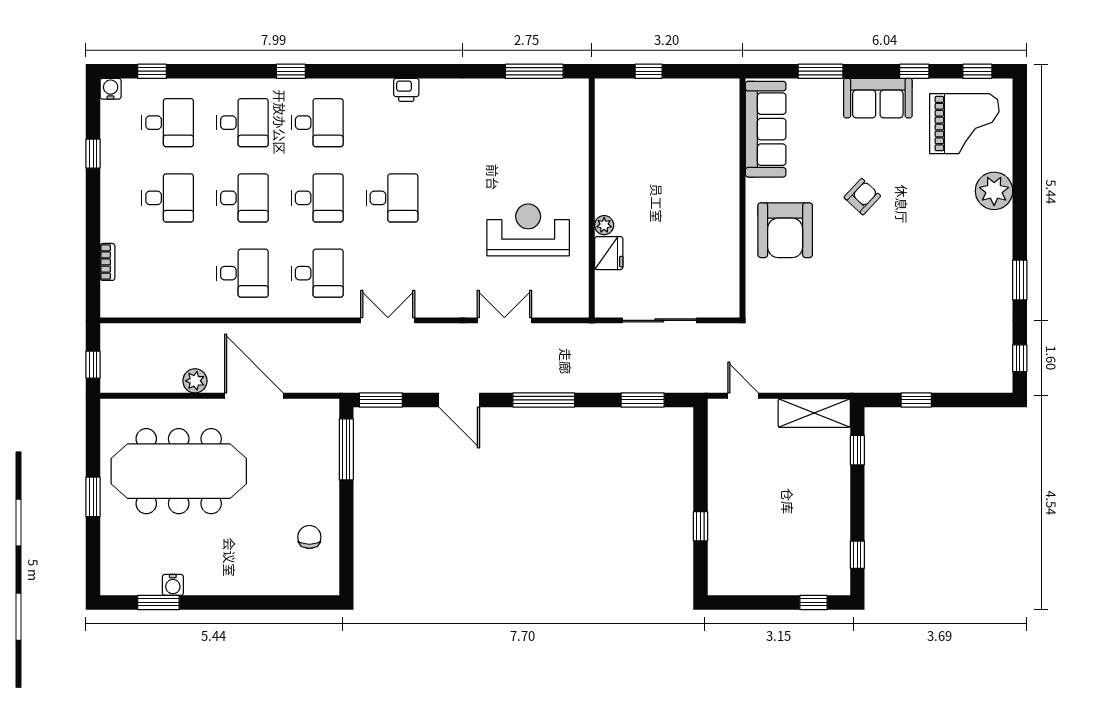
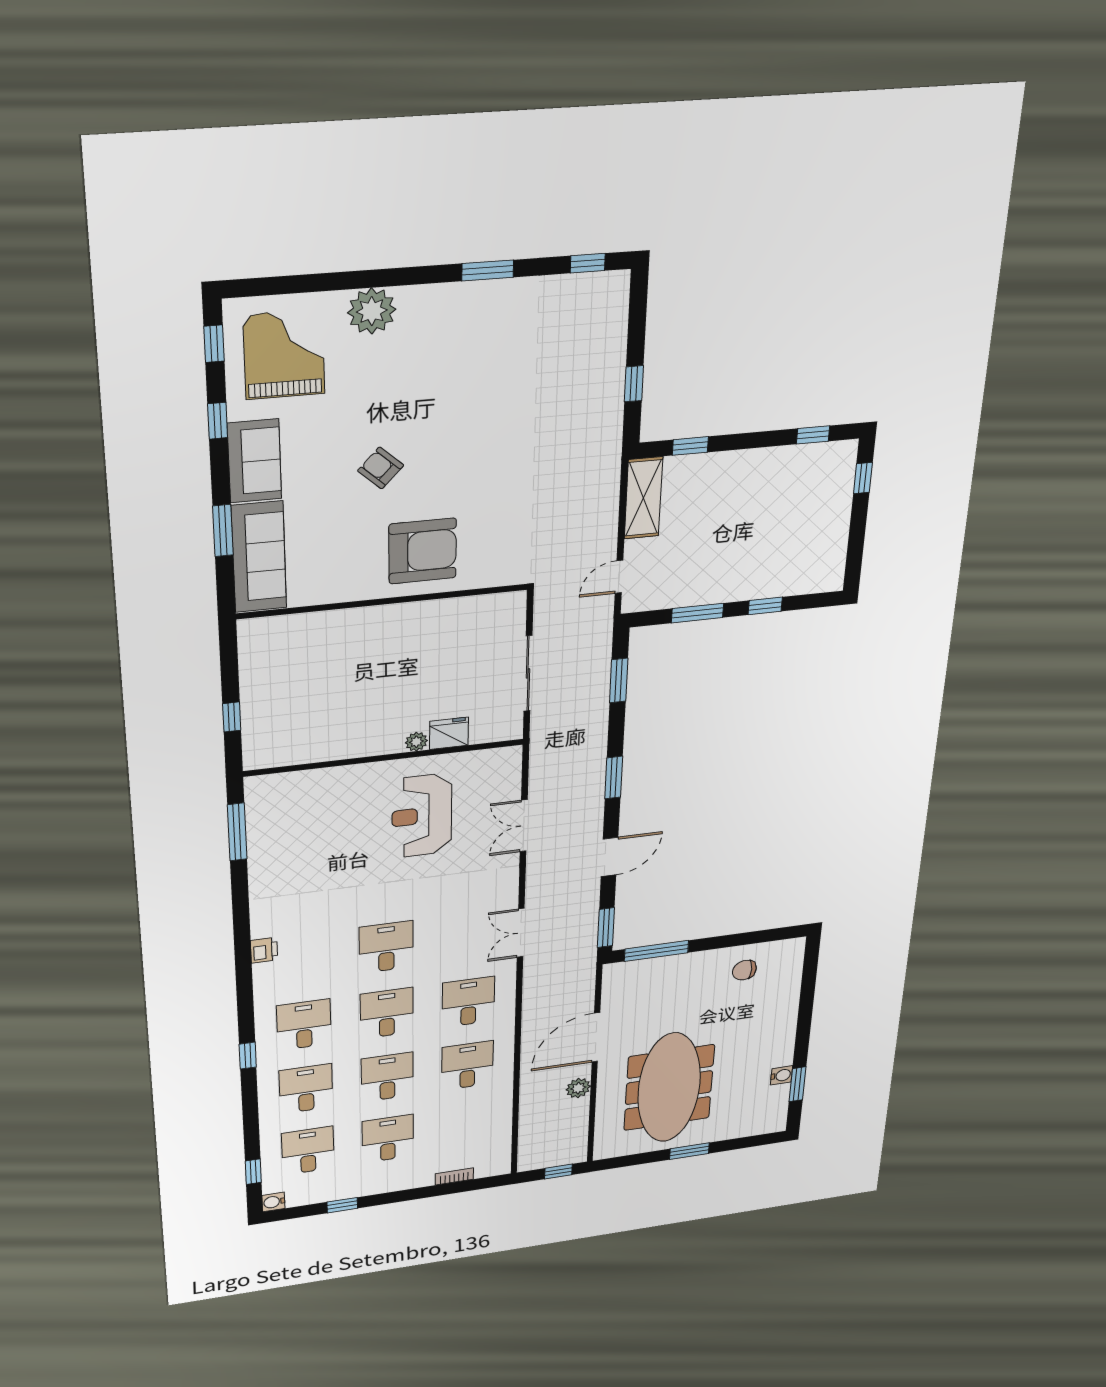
sofa: (766, 129) -> (259, 557), moved, turned 90
window: (544, 400) -> (614, 778), width x0.69
window: (701, 466) -> (697, 613), added

